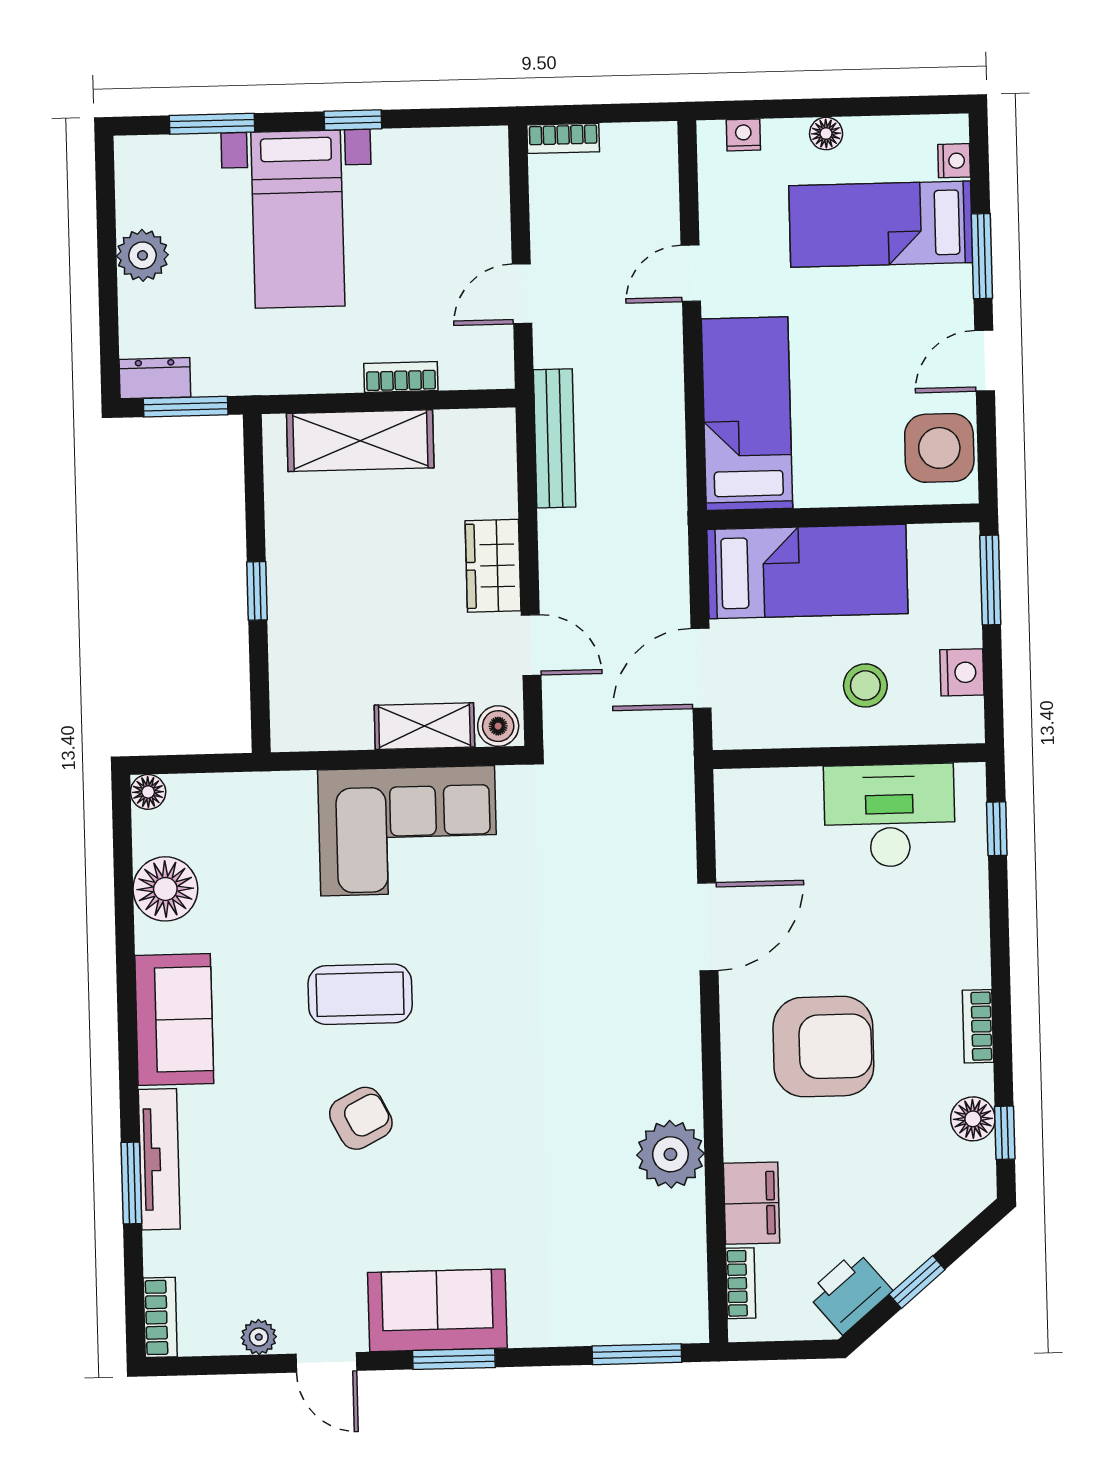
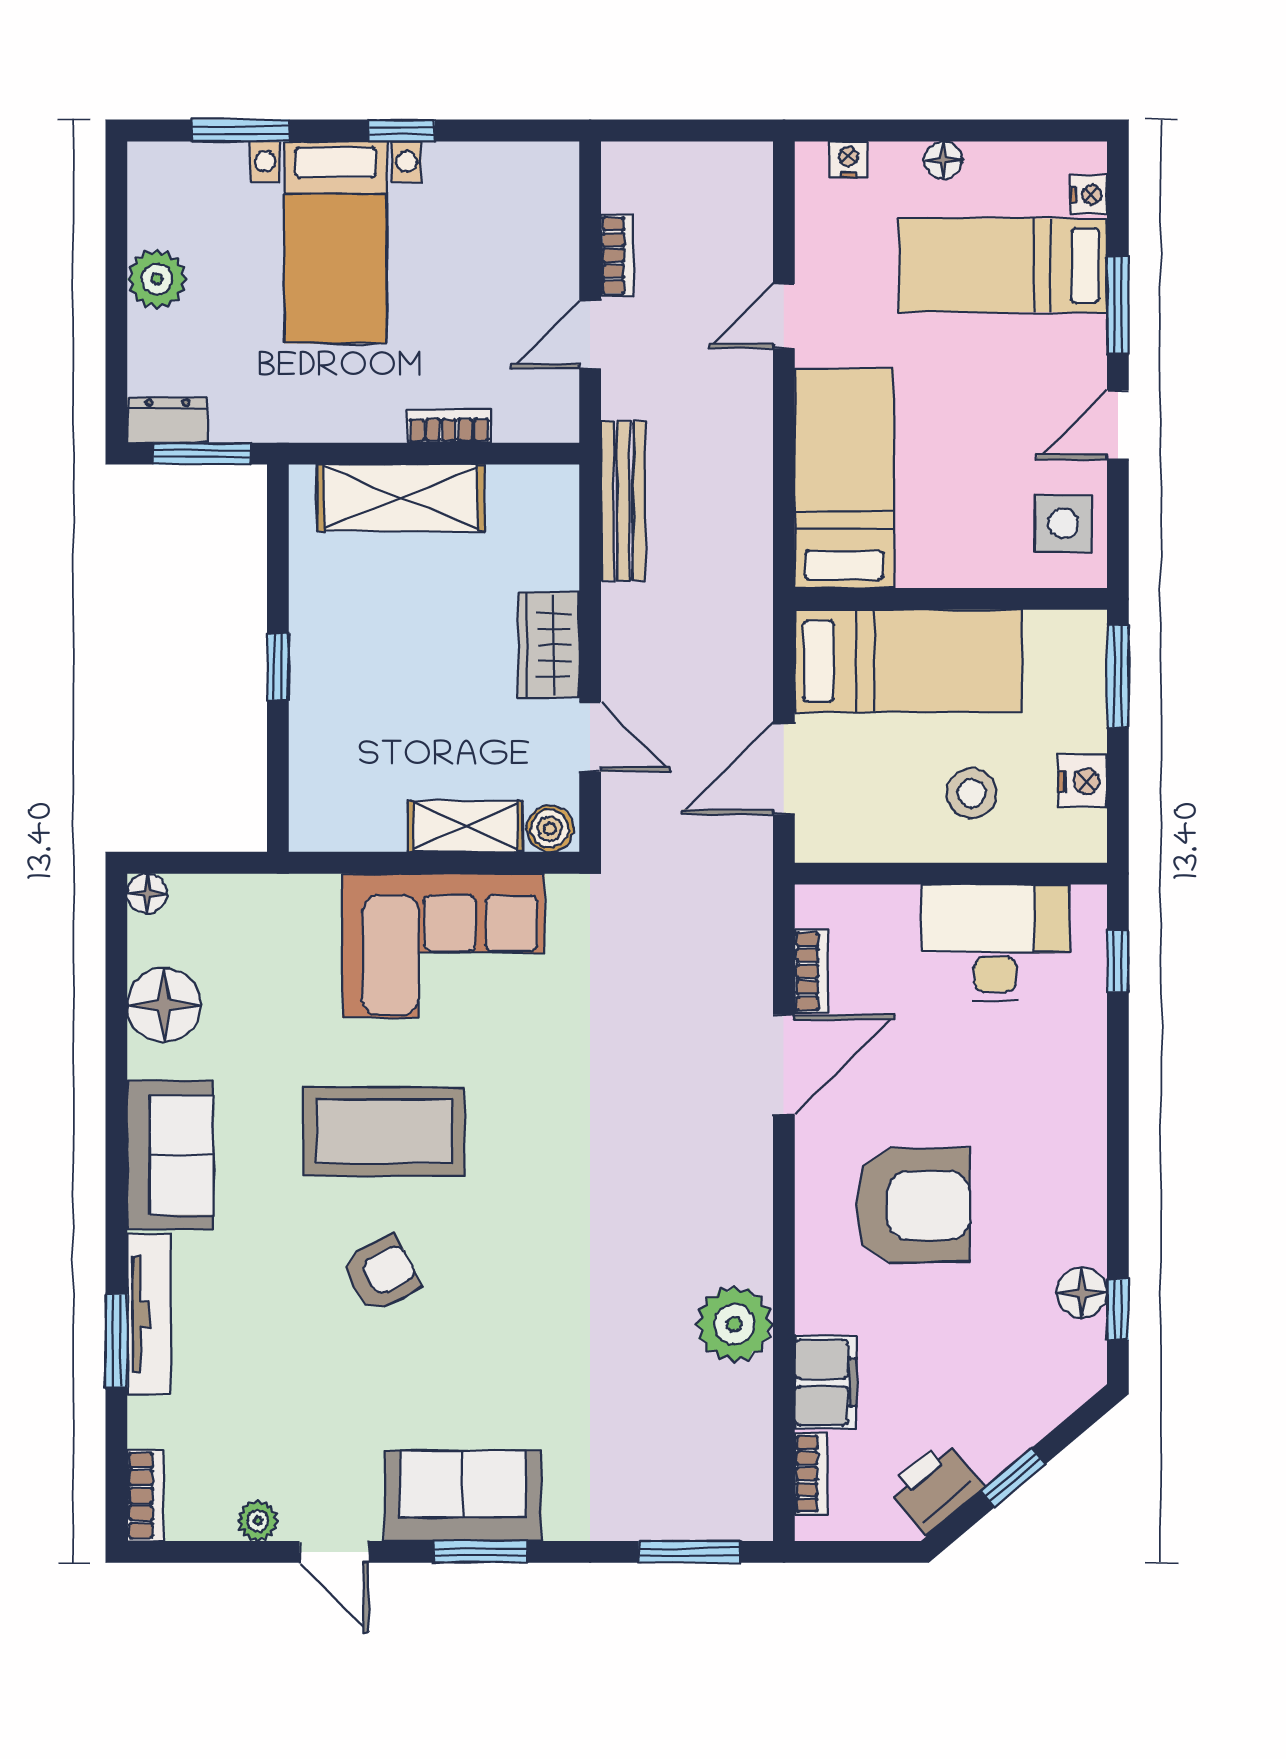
bookcase: (563, 138) -> (617, 255), moved, turned -90
side table: (939, 448) -> (1063, 523), width x0.73, depth x0.73
coffee table: (360, 994) -> (384, 1132), width x1.36, depth x1.32
bookcase: (978, 1026) -> (812, 971), moved, turned 180

